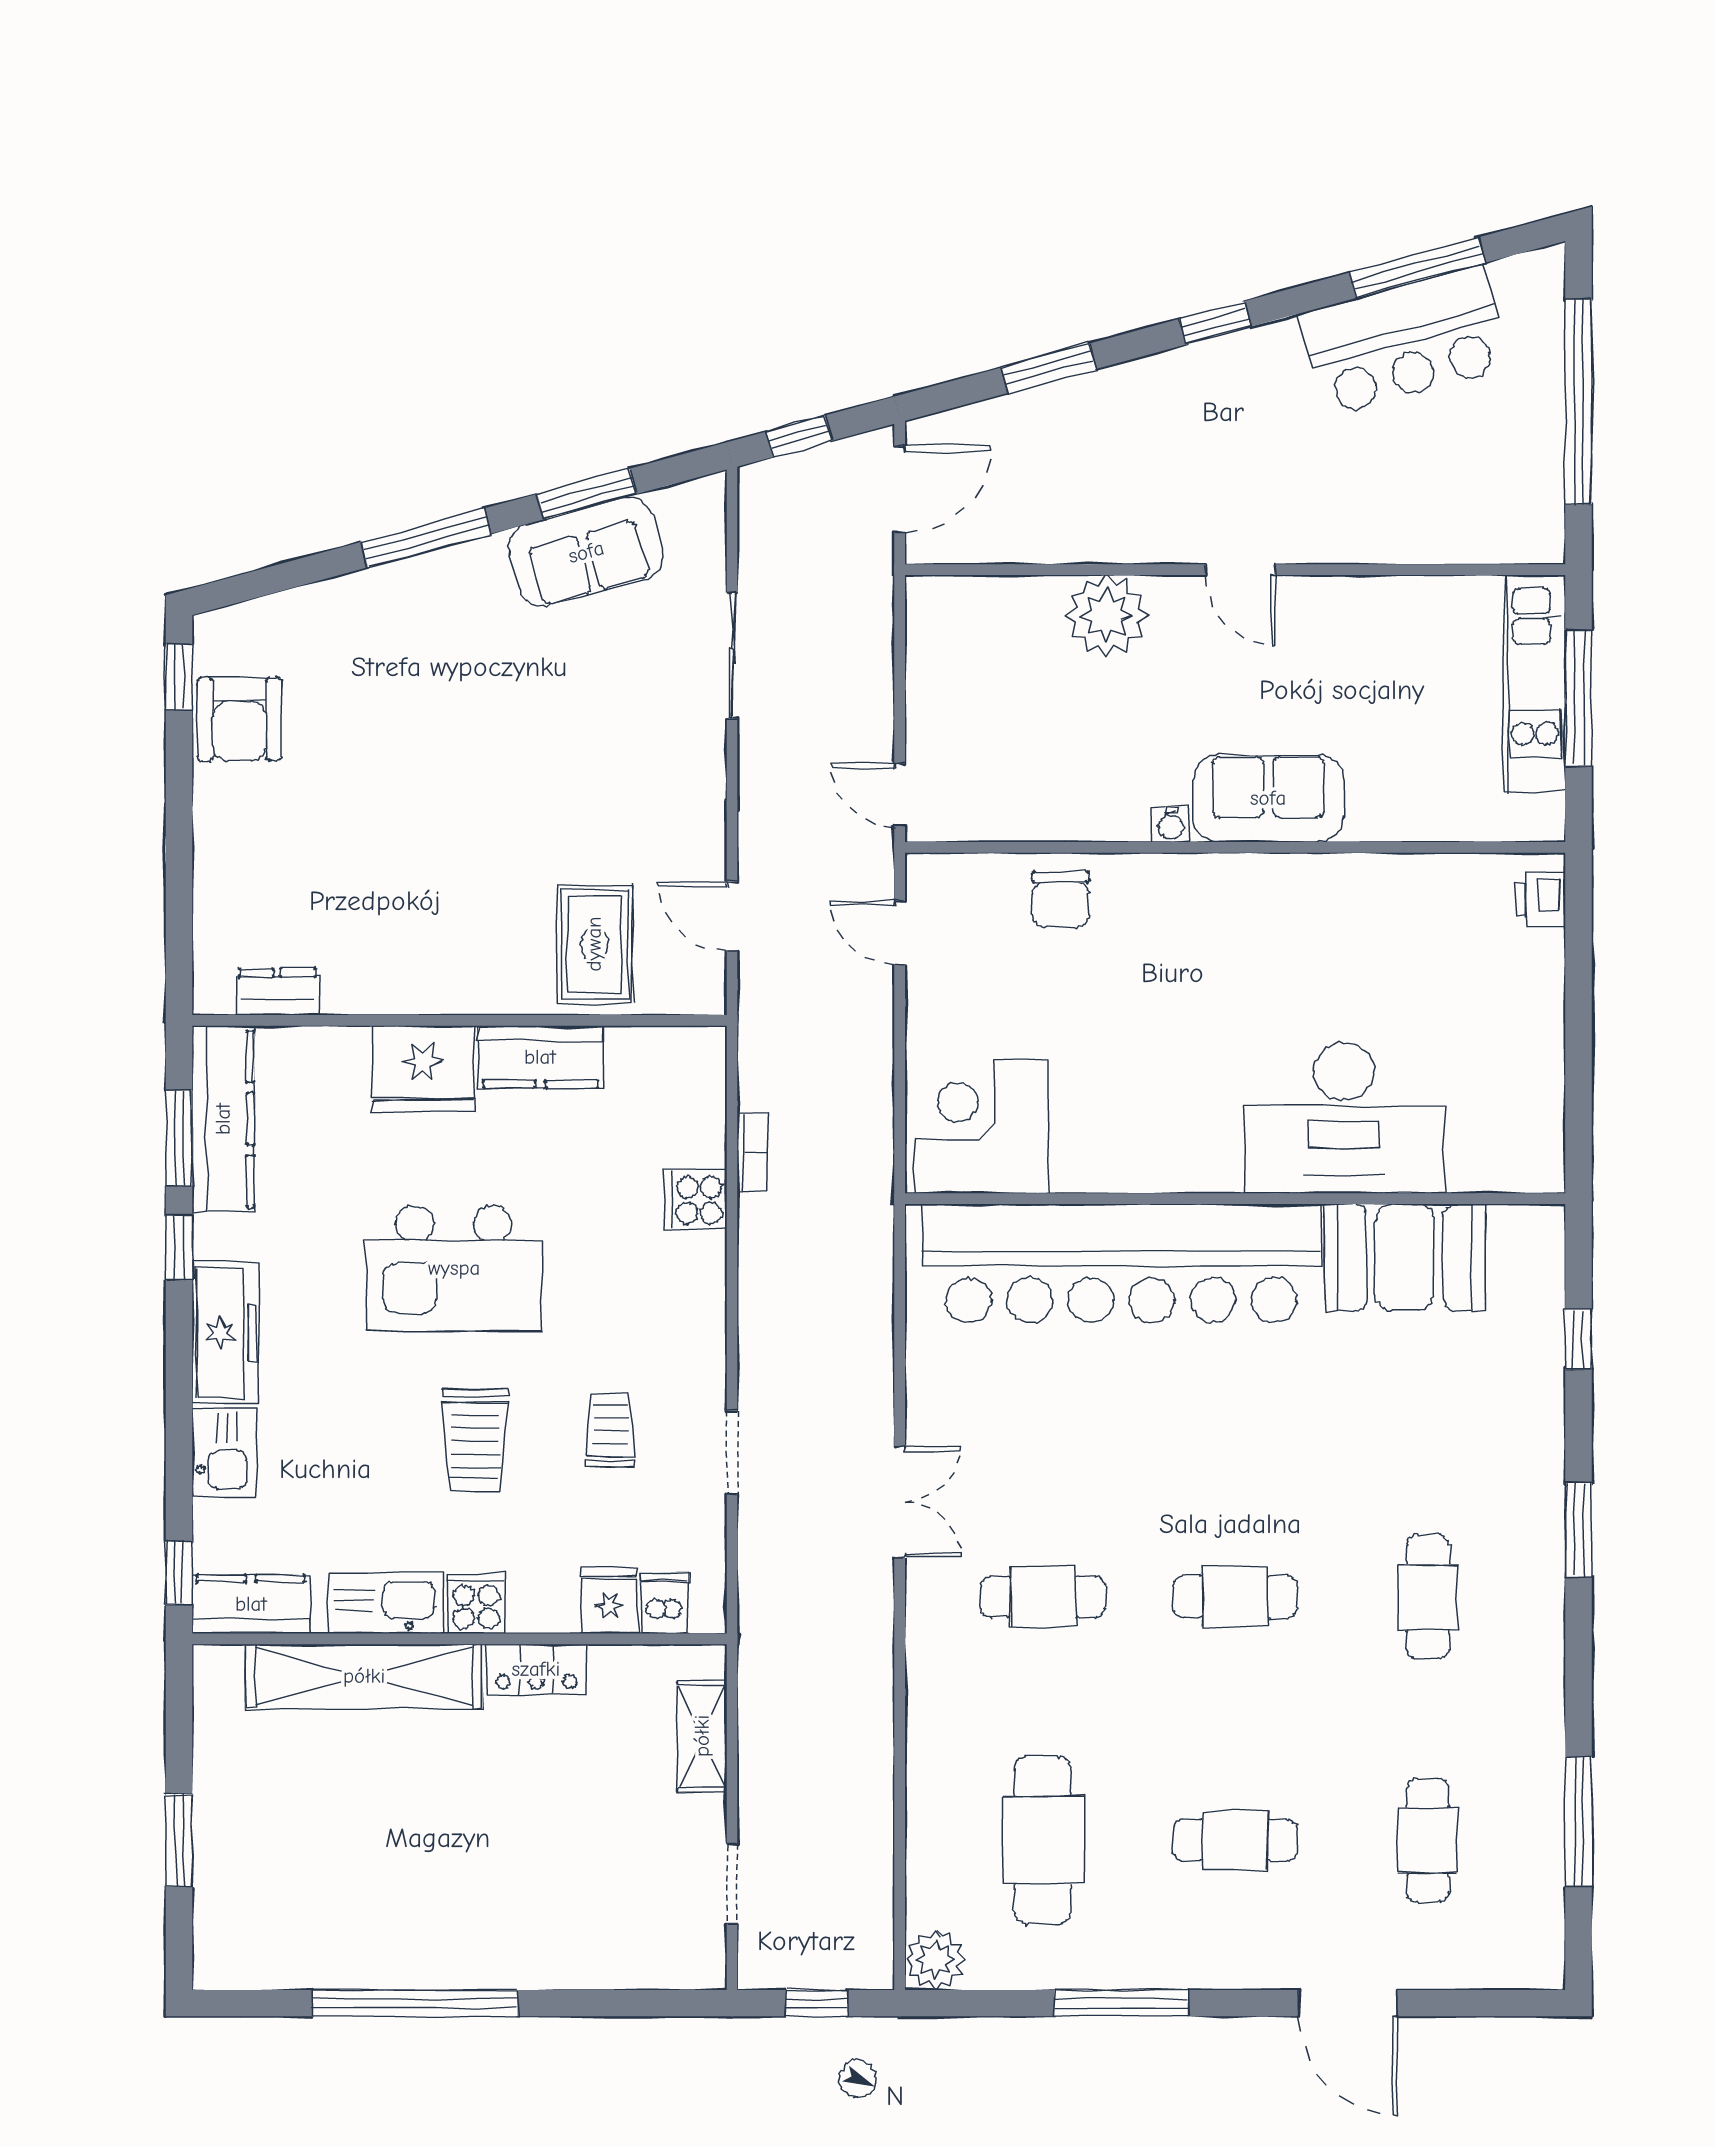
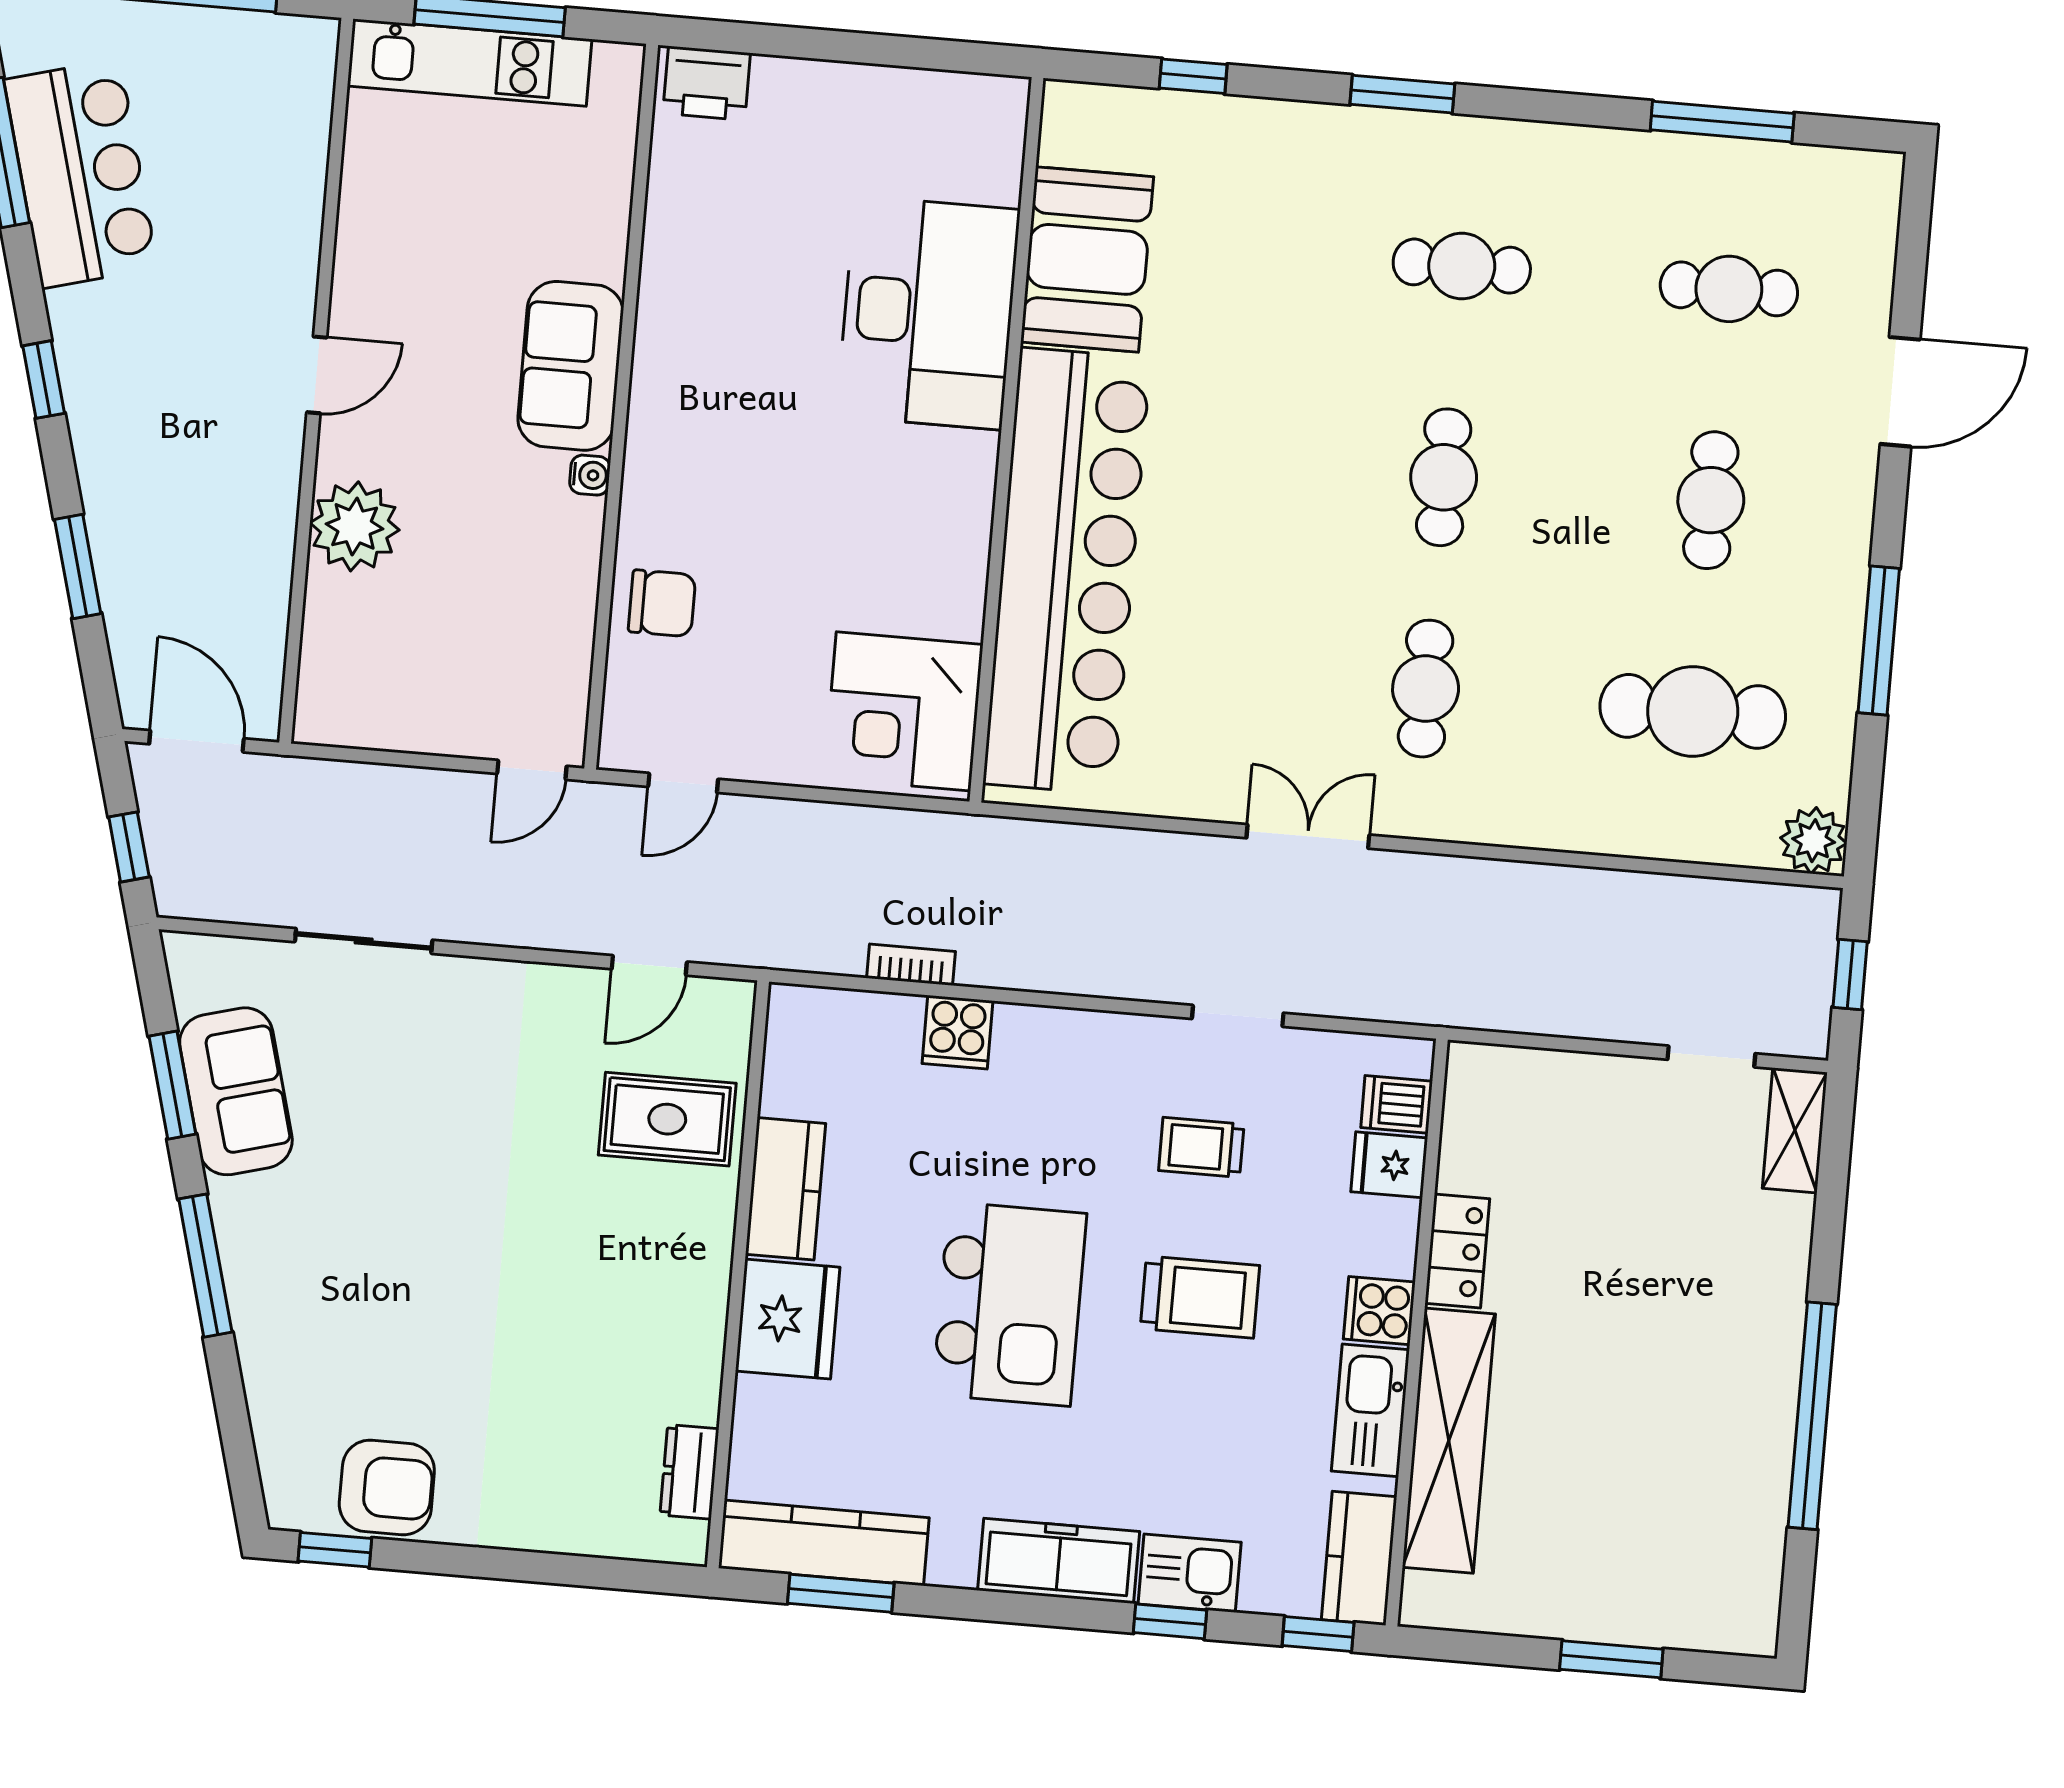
printer: (1541, 900) -> (707, 83), width x1.36, depth x1.24
window: (179, 1247) -> (1170, 1621), moved
shelving: (702, 1736) -> (1795, 1130), moved, turned 90

